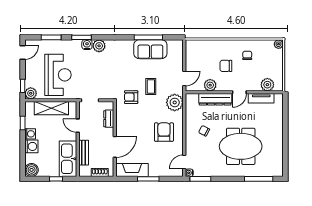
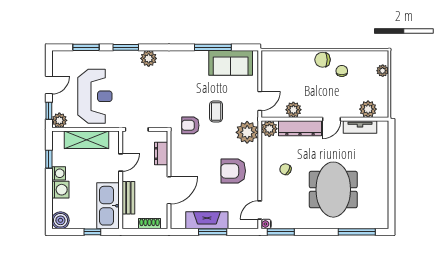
plant: (279, 44) -> (383, 71), moved
water cooler: (87, 45) -> (133, 57), removed
sofa: (150, 49) -> (231, 63), moved
door: (23, 52) -> (49, 85), moved
chair: (226, 66) -> (322, 60), moved
plant: (192, 100) -> (269, 129), added
door: (78, 126) -> (121, 162), swing flipped
armchair: (164, 132) -> (233, 171), turned -90
meeting table: (241, 146) -> (333, 190), turned 90
fireplace: (132, 170) -> (207, 220), moved

